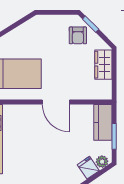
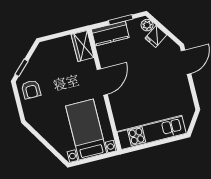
armchair: (78, 35) -> (31, 89), moved, turned 90
wardrobe: (103, 65) -> (83, 46), moved, turned 90

